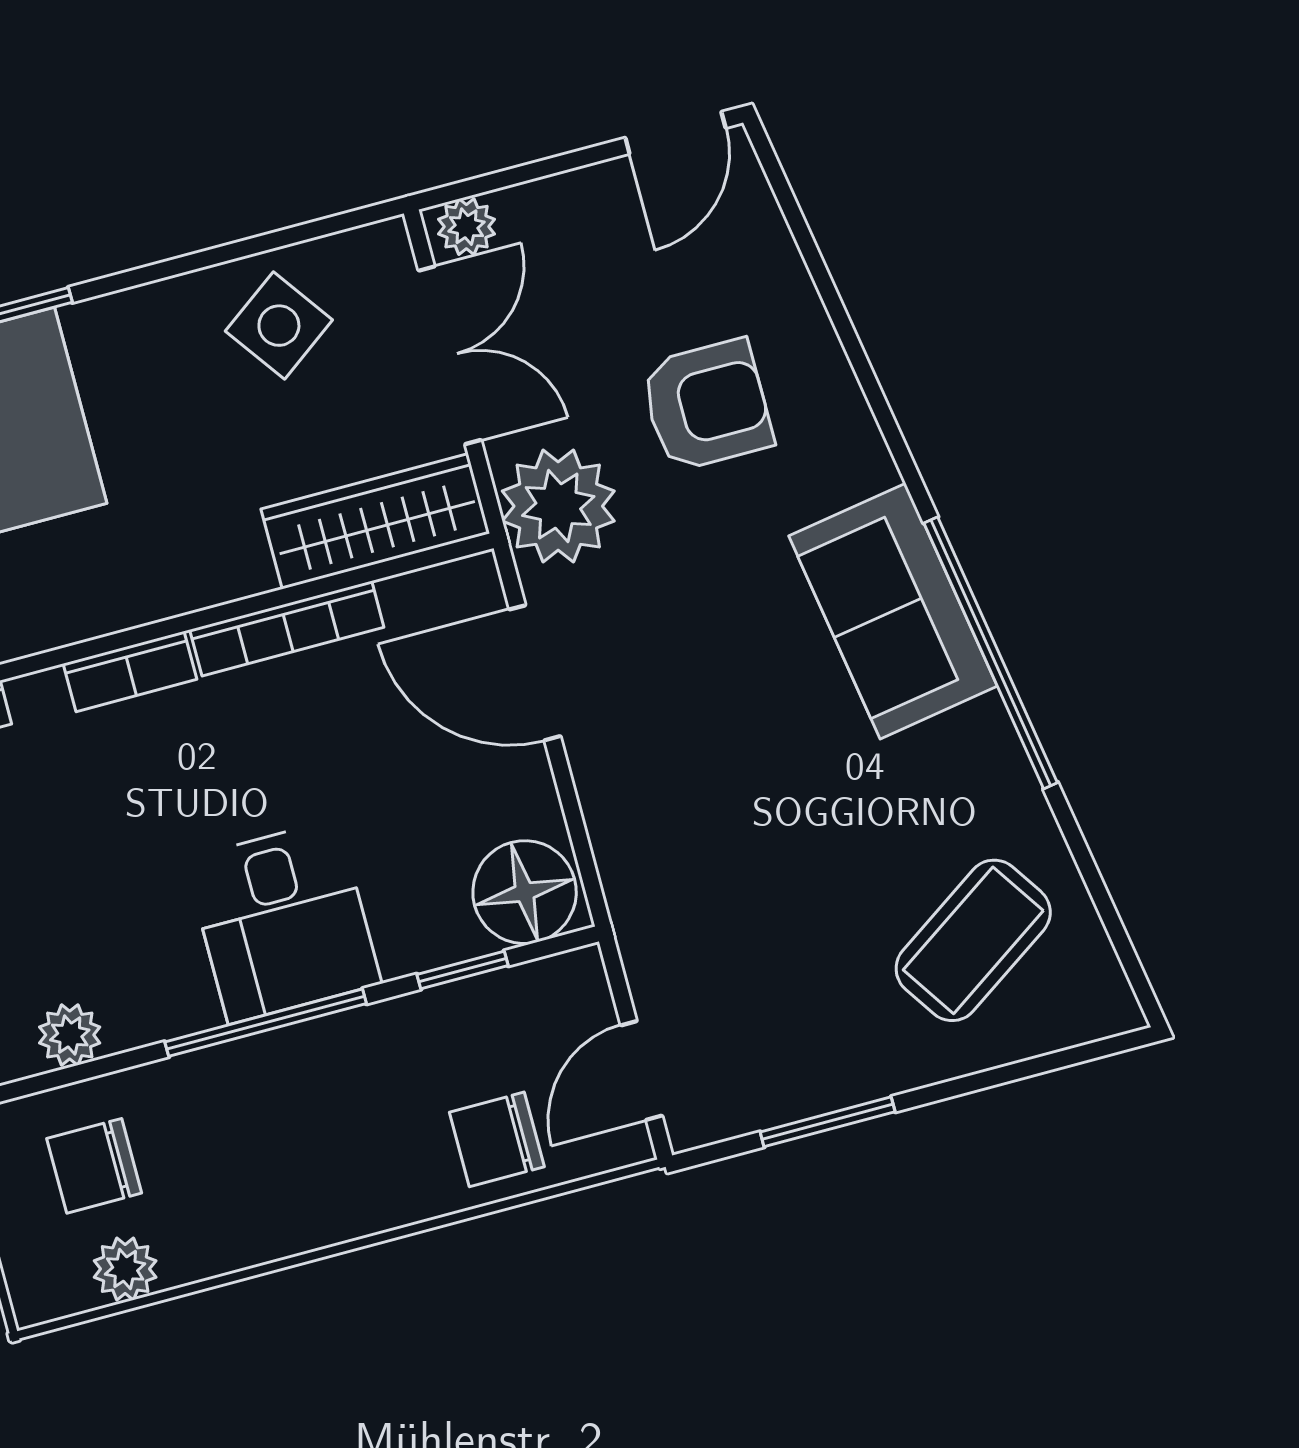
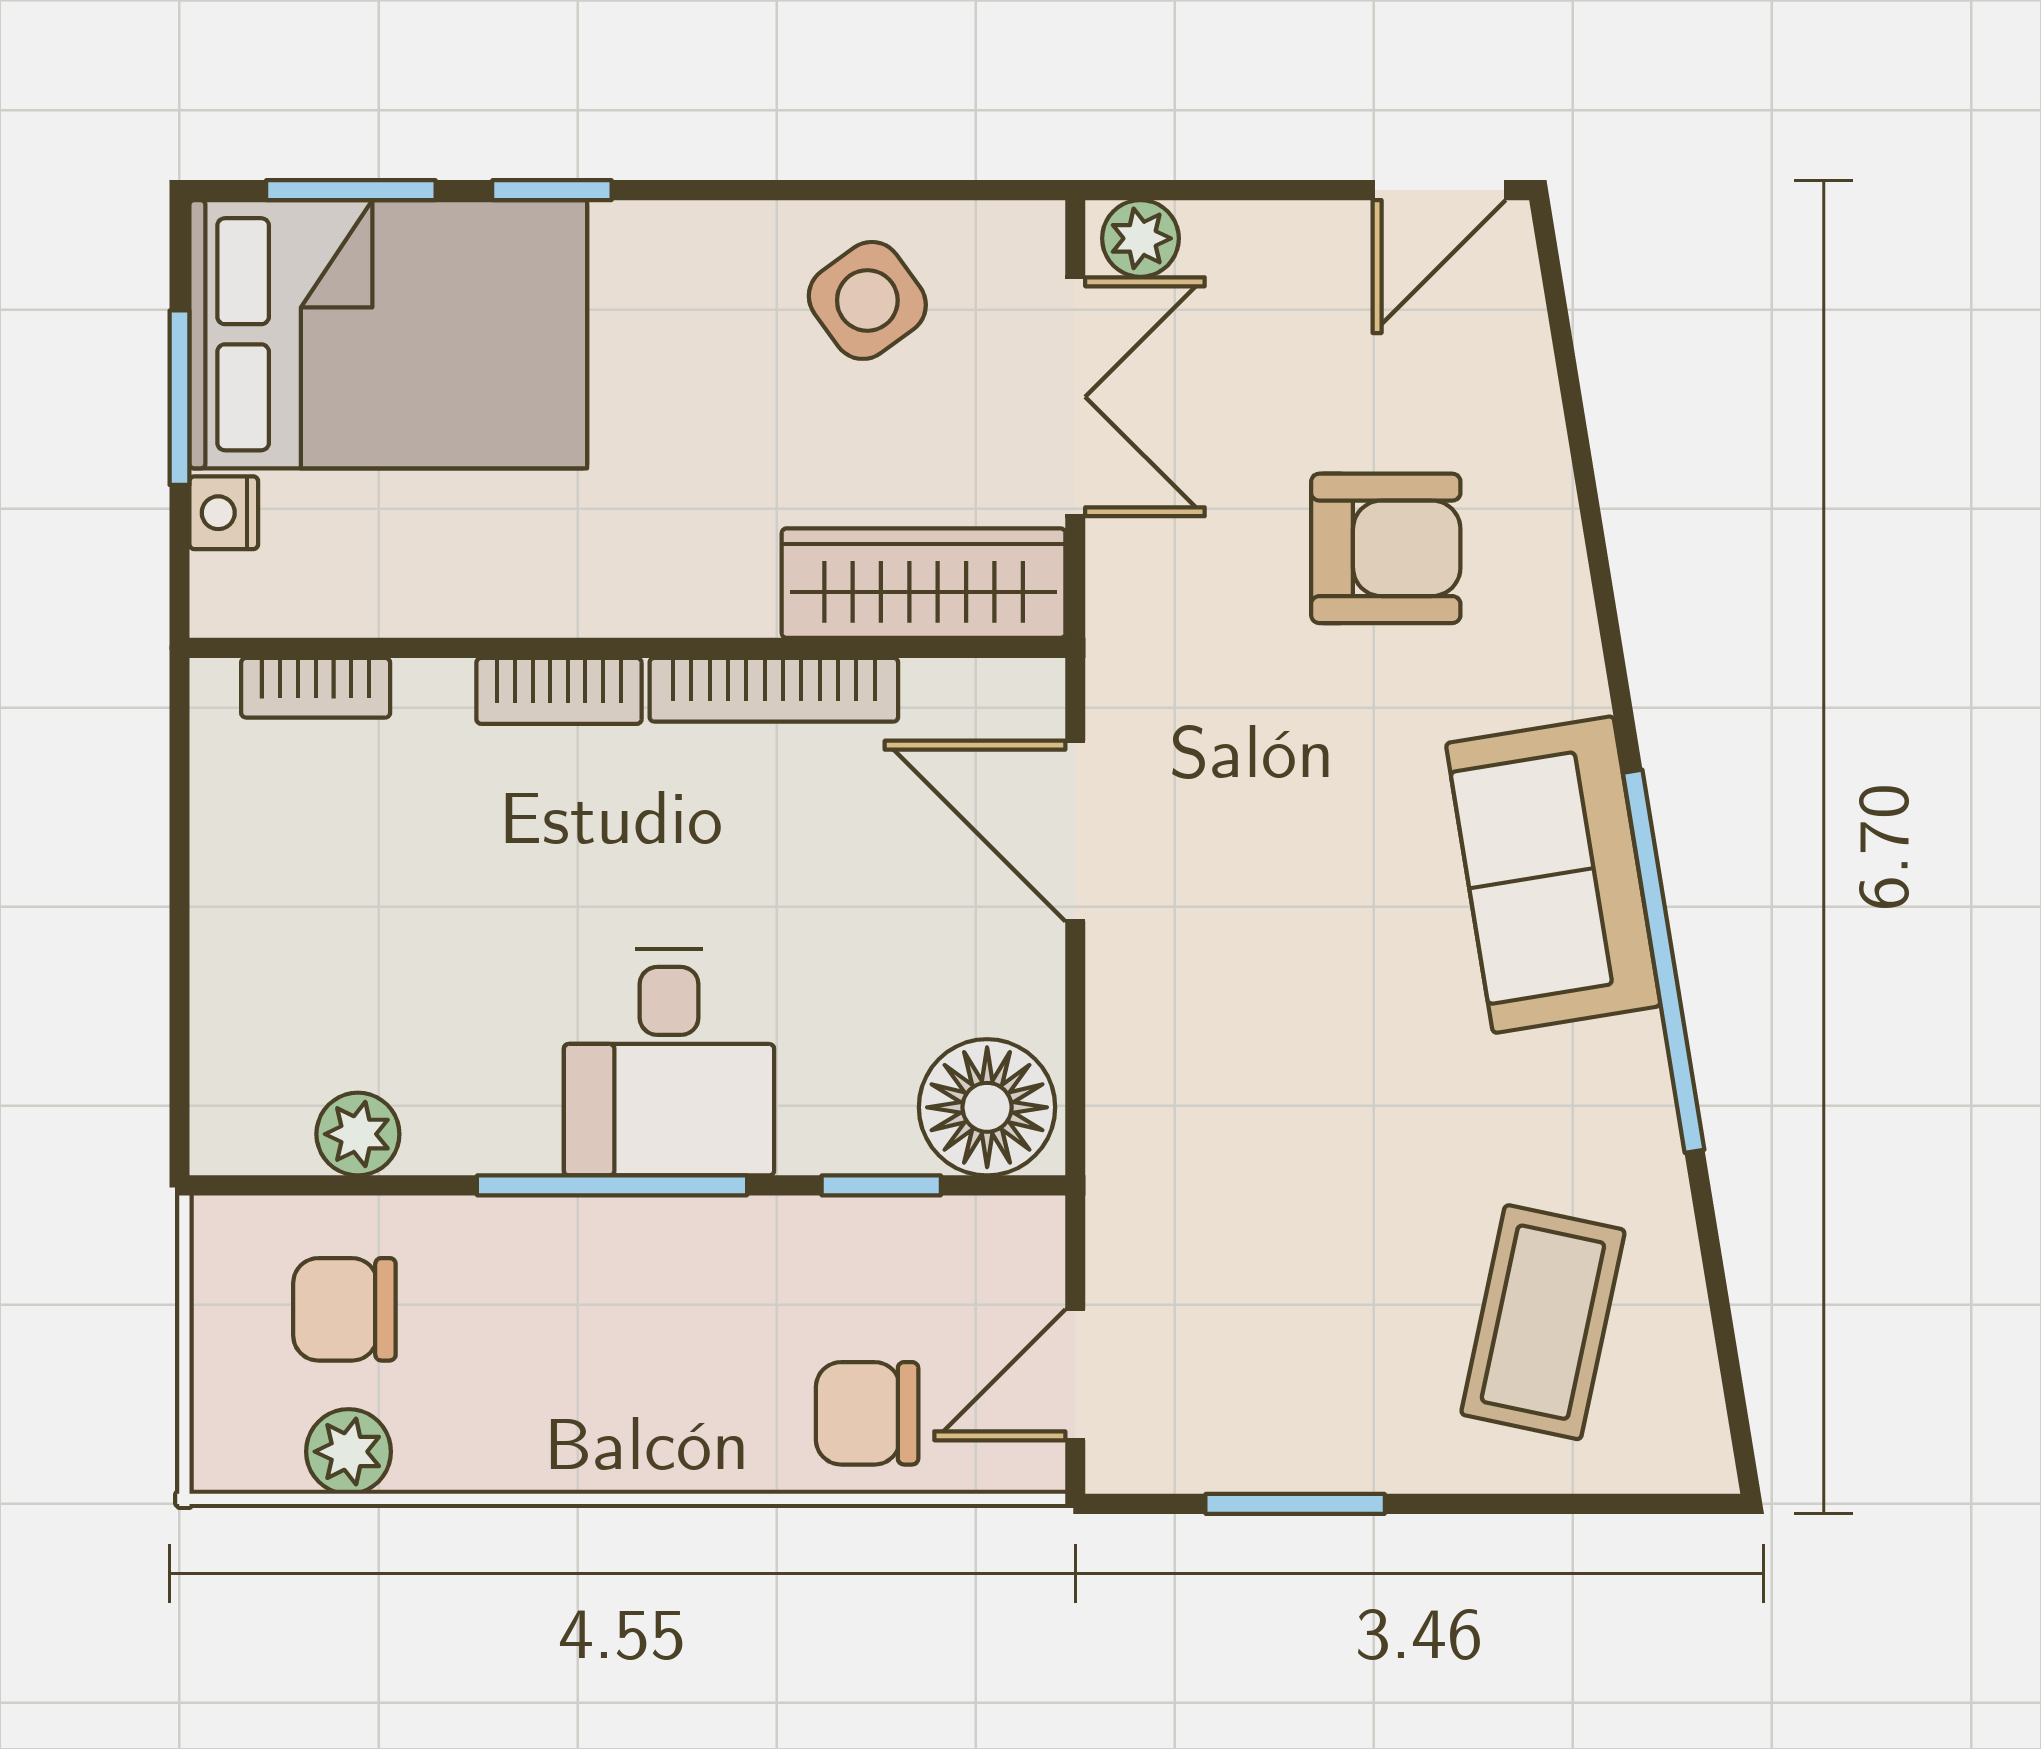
plant: (558, 506) -> (1162, 626), removed
coffee table: (973, 940) -> (1543, 1322), turned -44

